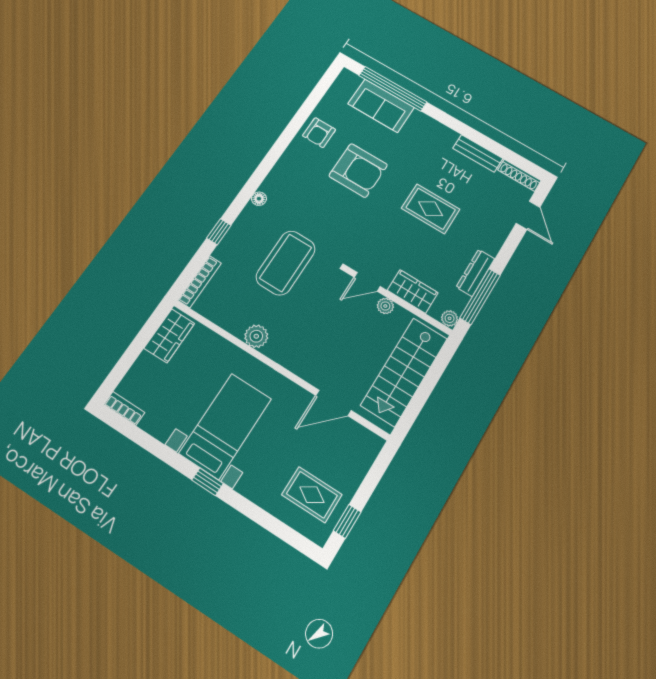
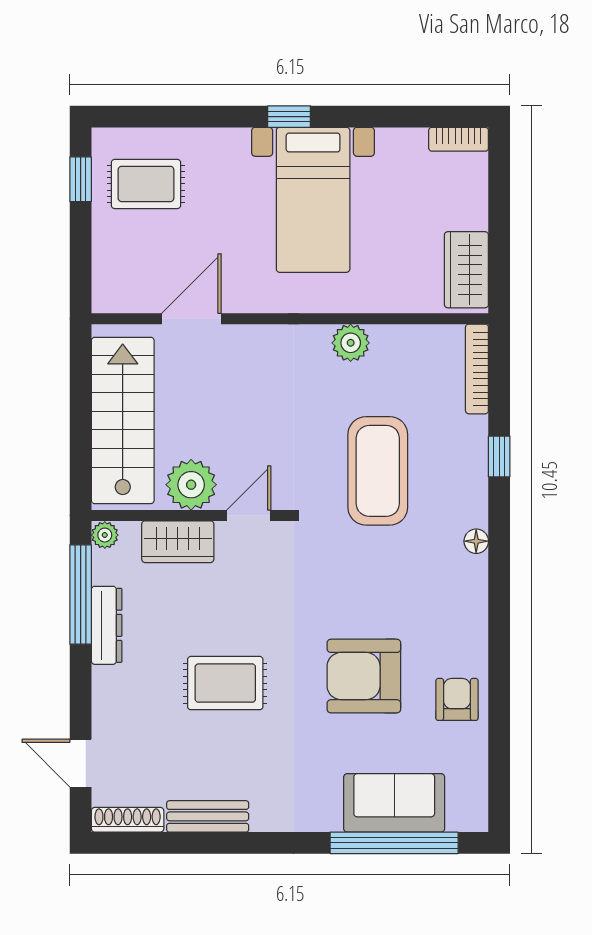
plant: (385, 306) -> (191, 485), width x1.88, depth x1.88

